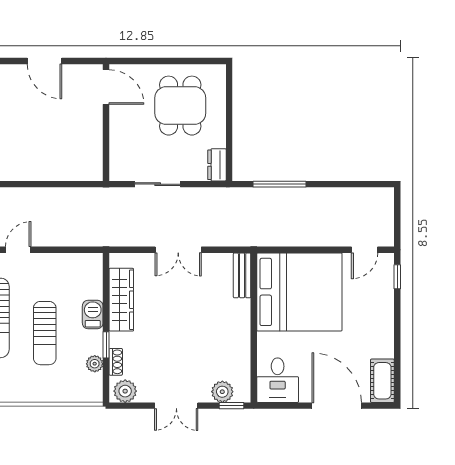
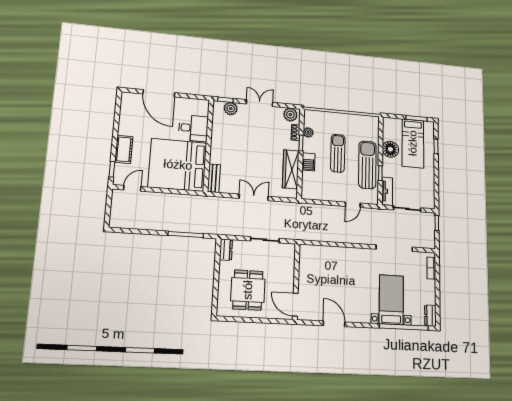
desk: (278, 380) -> (193, 128), moved, turned 90
cot: (382, 381) -> (124, 149), moved

